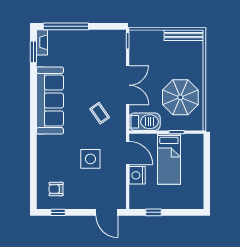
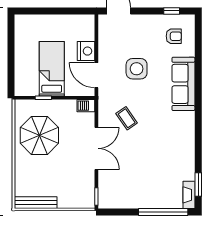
double door: (128, 85) -> (96, 148), swing flipped
sofa: (50, 101) -> (183, 84), moved, width x0.74, depth x0.79
barbecue: (145, 122) -> (86, 106), width x0.53, depth x0.65
window: (153, 212) -> (68, 11), removed

